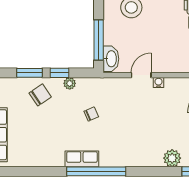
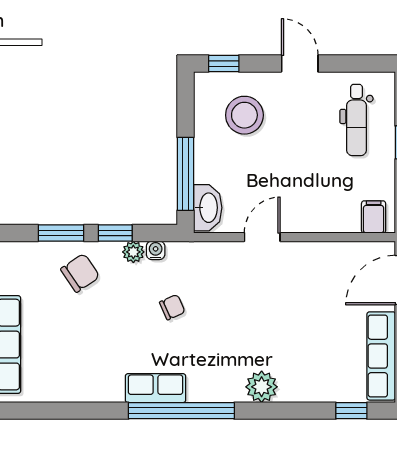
water cooler: (158, 82) -> (156, 250), moved
plant: (172, 158) -> (262, 387), moved

